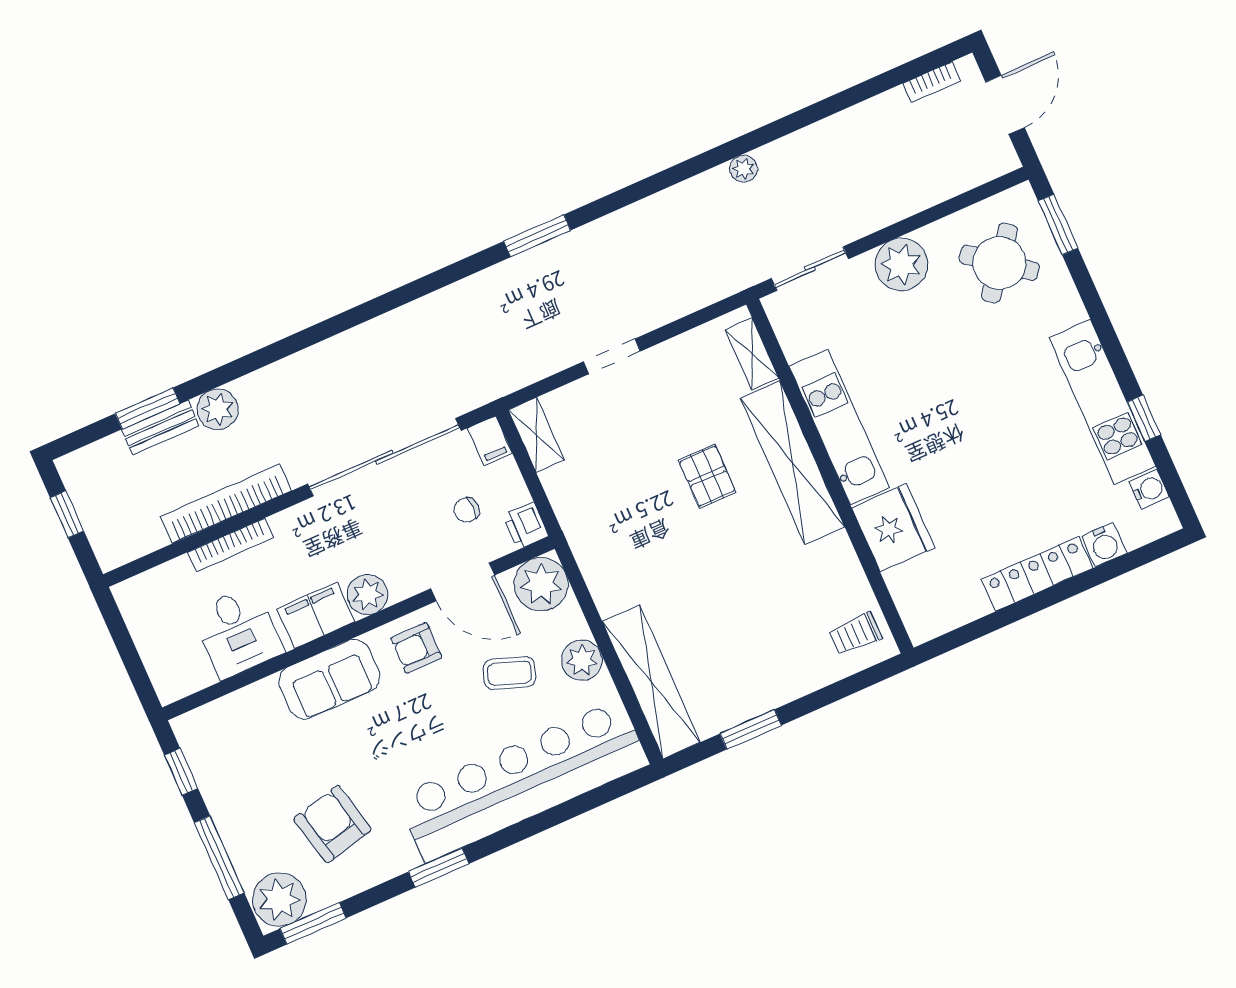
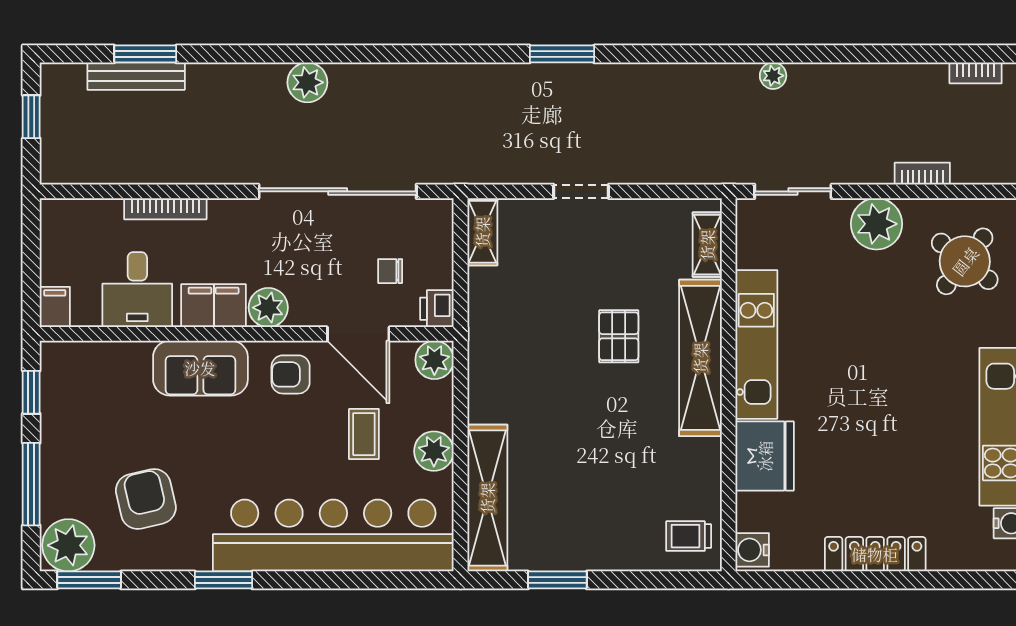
plant: (218, 409) -> (307, 82), moved
bench: (160, 428) -> (136, 76), width x1.36
filing cabinet: (490, 441) -> (55, 307), moved, turned 180
bookcase: (226, 504) -> (922, 174), moved, width x0.43, depth x0.76
water cooler: (1104, 544) -> (752, 550), moved, turned 90
plant: (541, 584) -> (434, 360), width x0.73, depth x0.73
coffee table: (509, 673) -> (364, 434), turned 71

